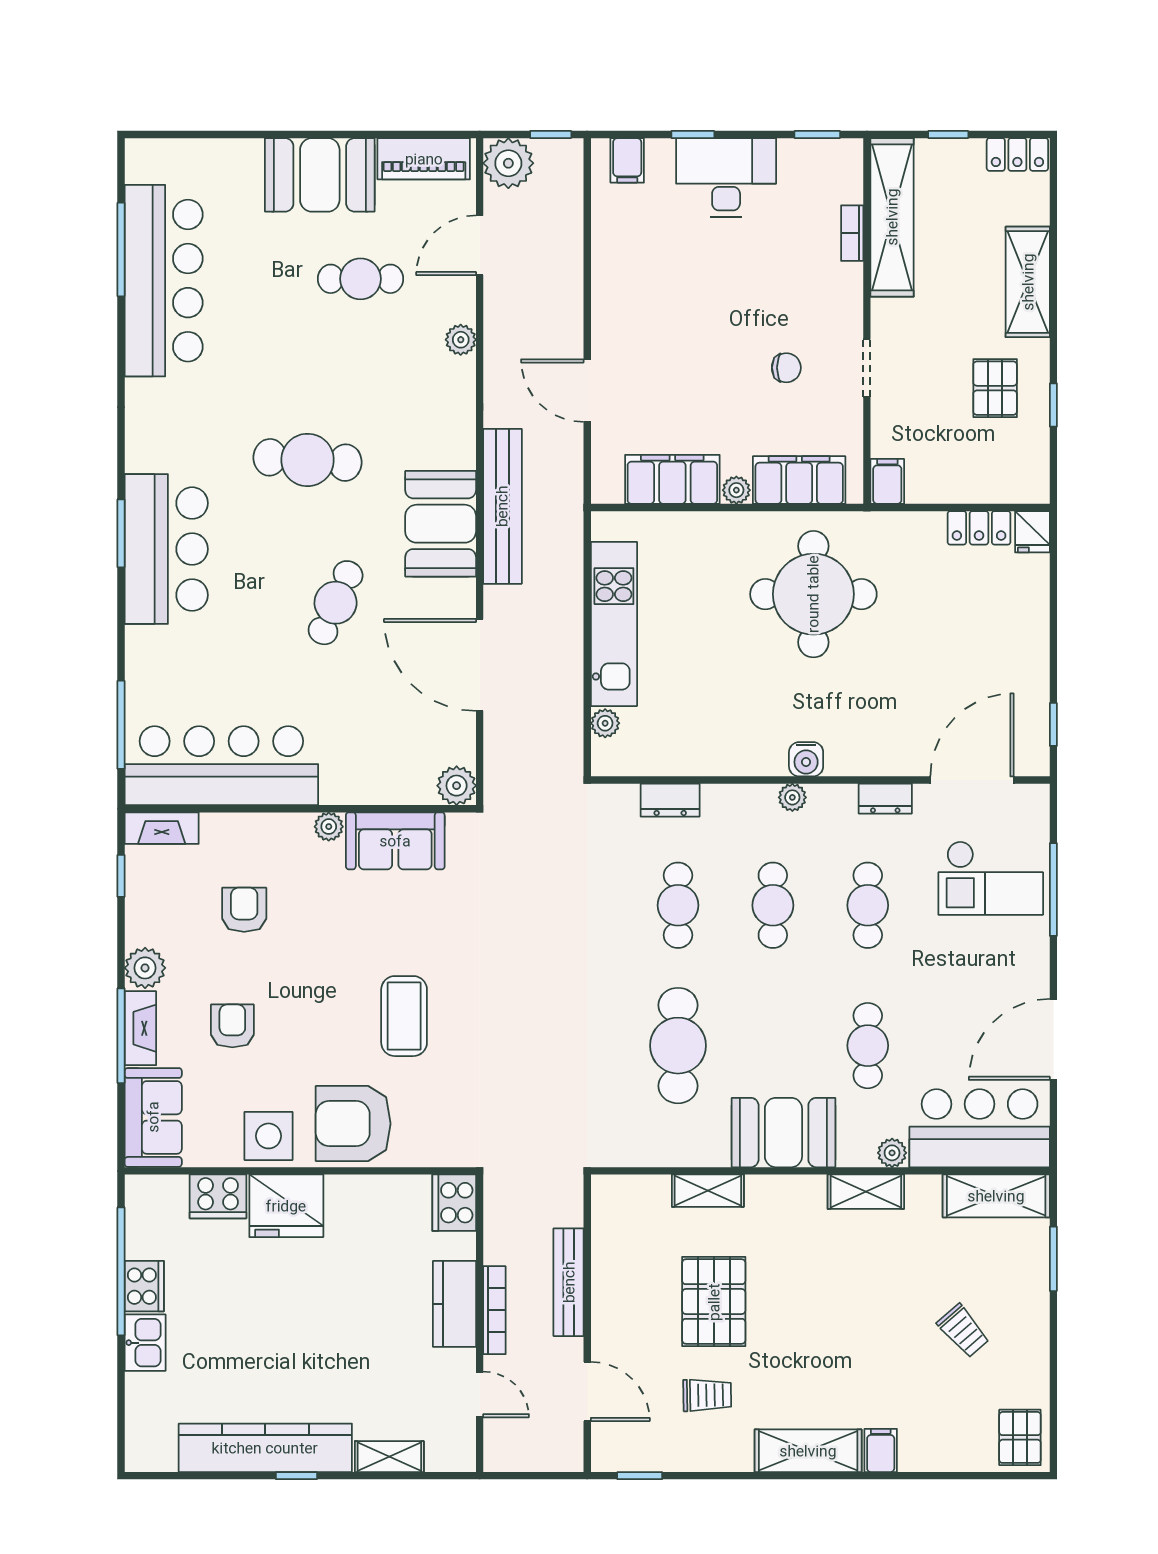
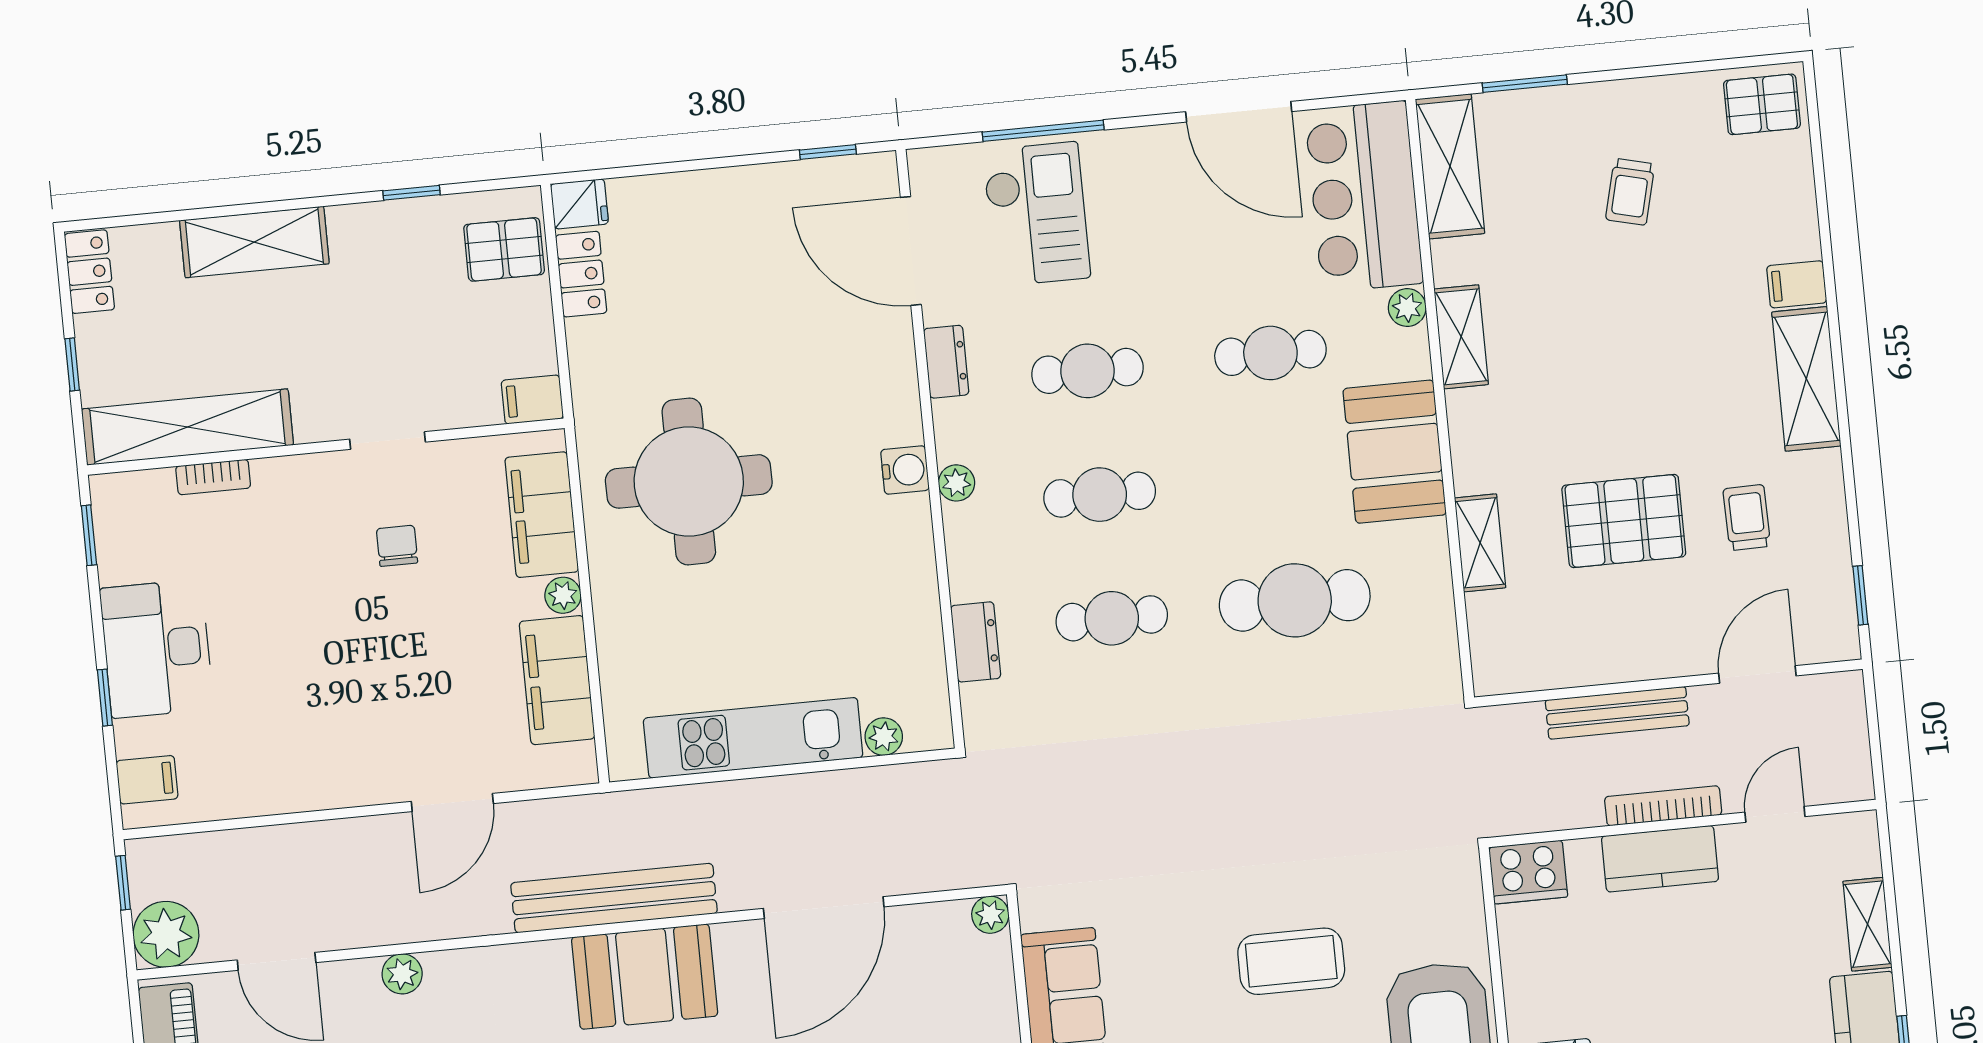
pallet: (995, 388) -> (504, 249), moved
plant: (457, 786) -> (990, 915), width x0.73, depth x0.73
trolley: (963, 1331) -> (1630, 192), turned 145

